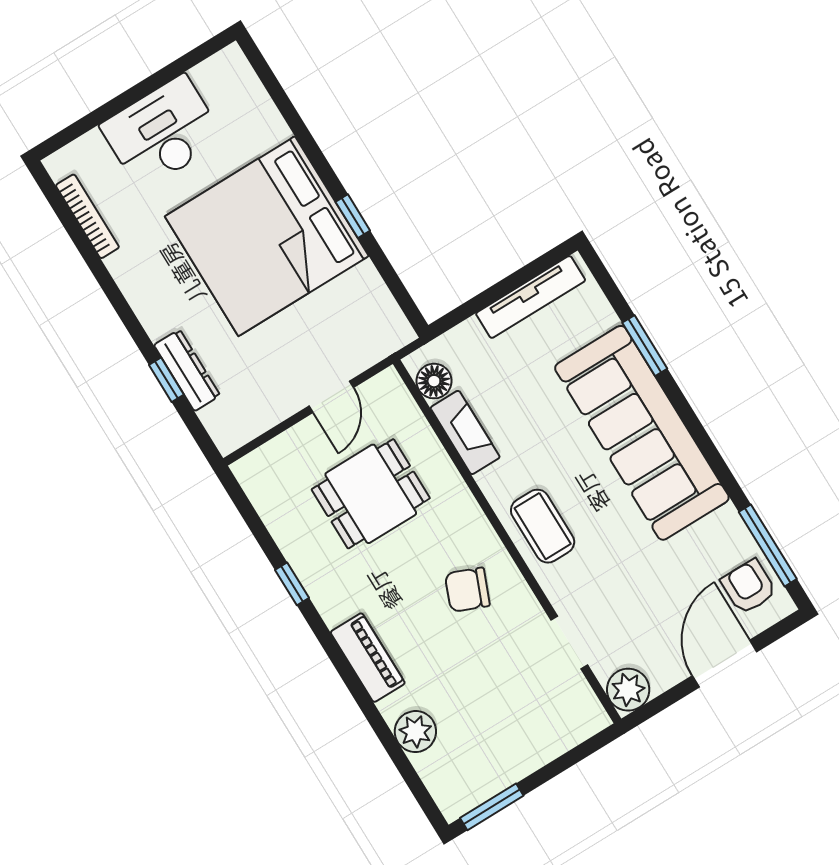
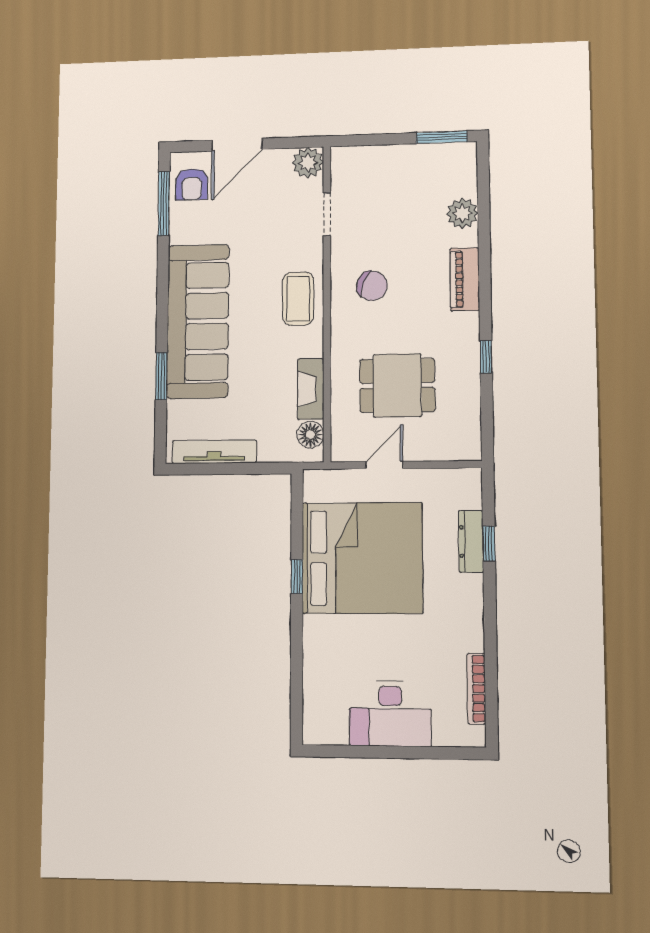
bed: (267, 236) -> (362, 558), moved

